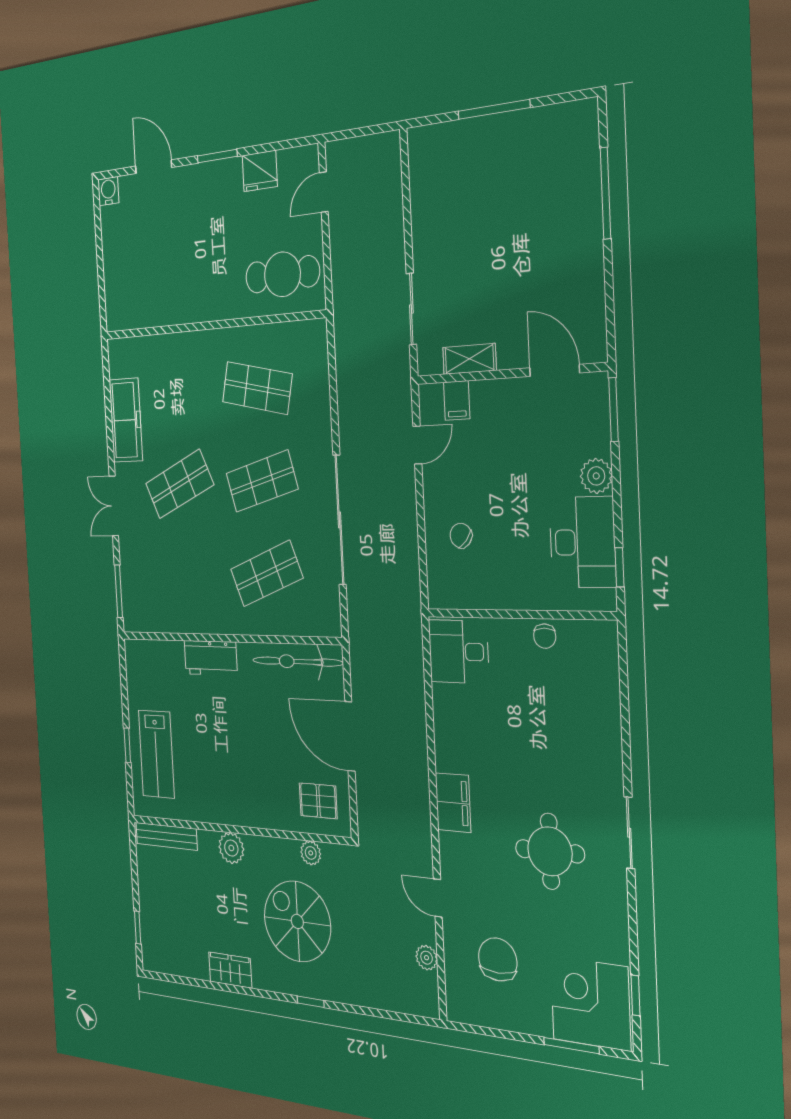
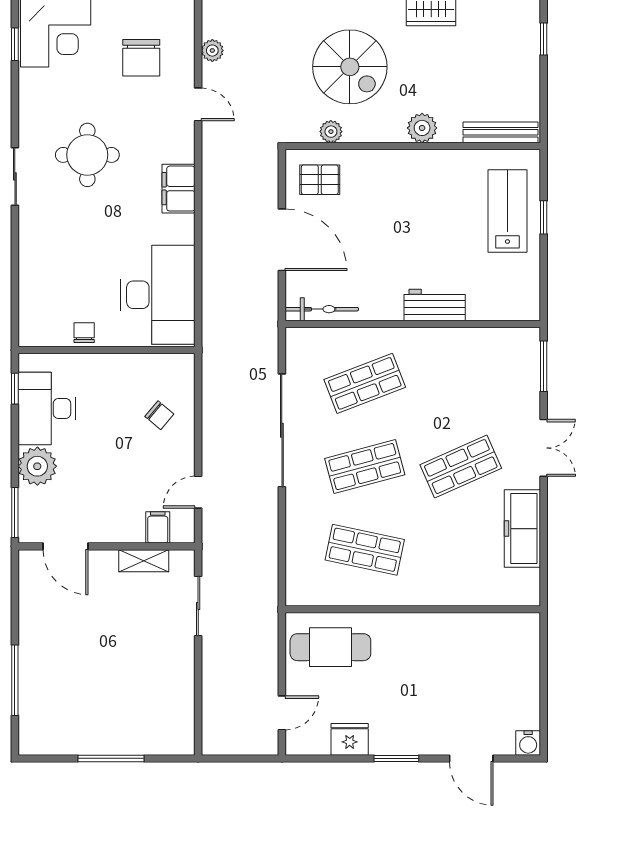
plant: (596, 476) -> (37, 466), width x1.36, depth x1.36
desk: (459, 652) -> (158, 295), width x1.87, depth x1.30
bicycle: (298, 662) -> (322, 309), width x0.73, depth x0.71

